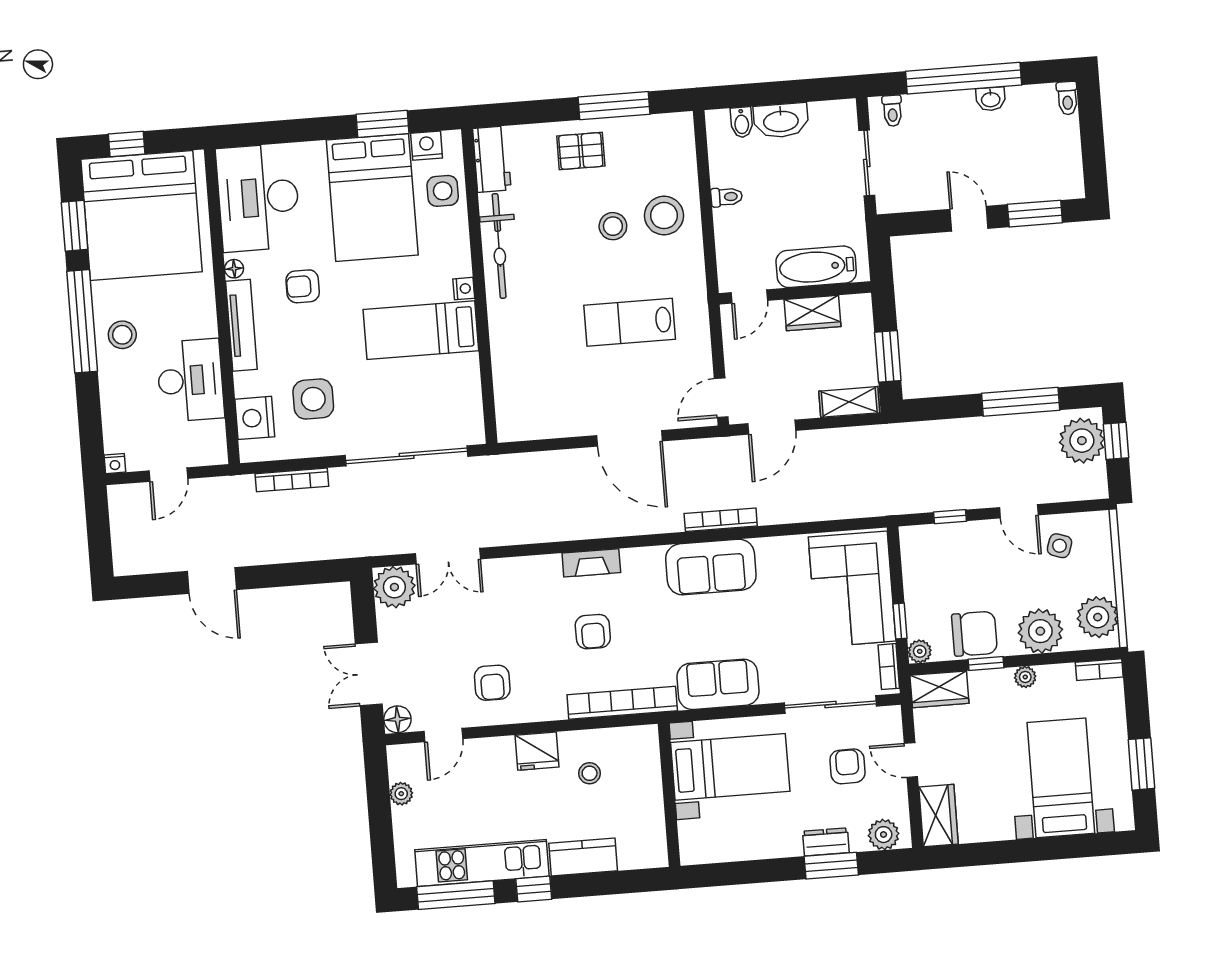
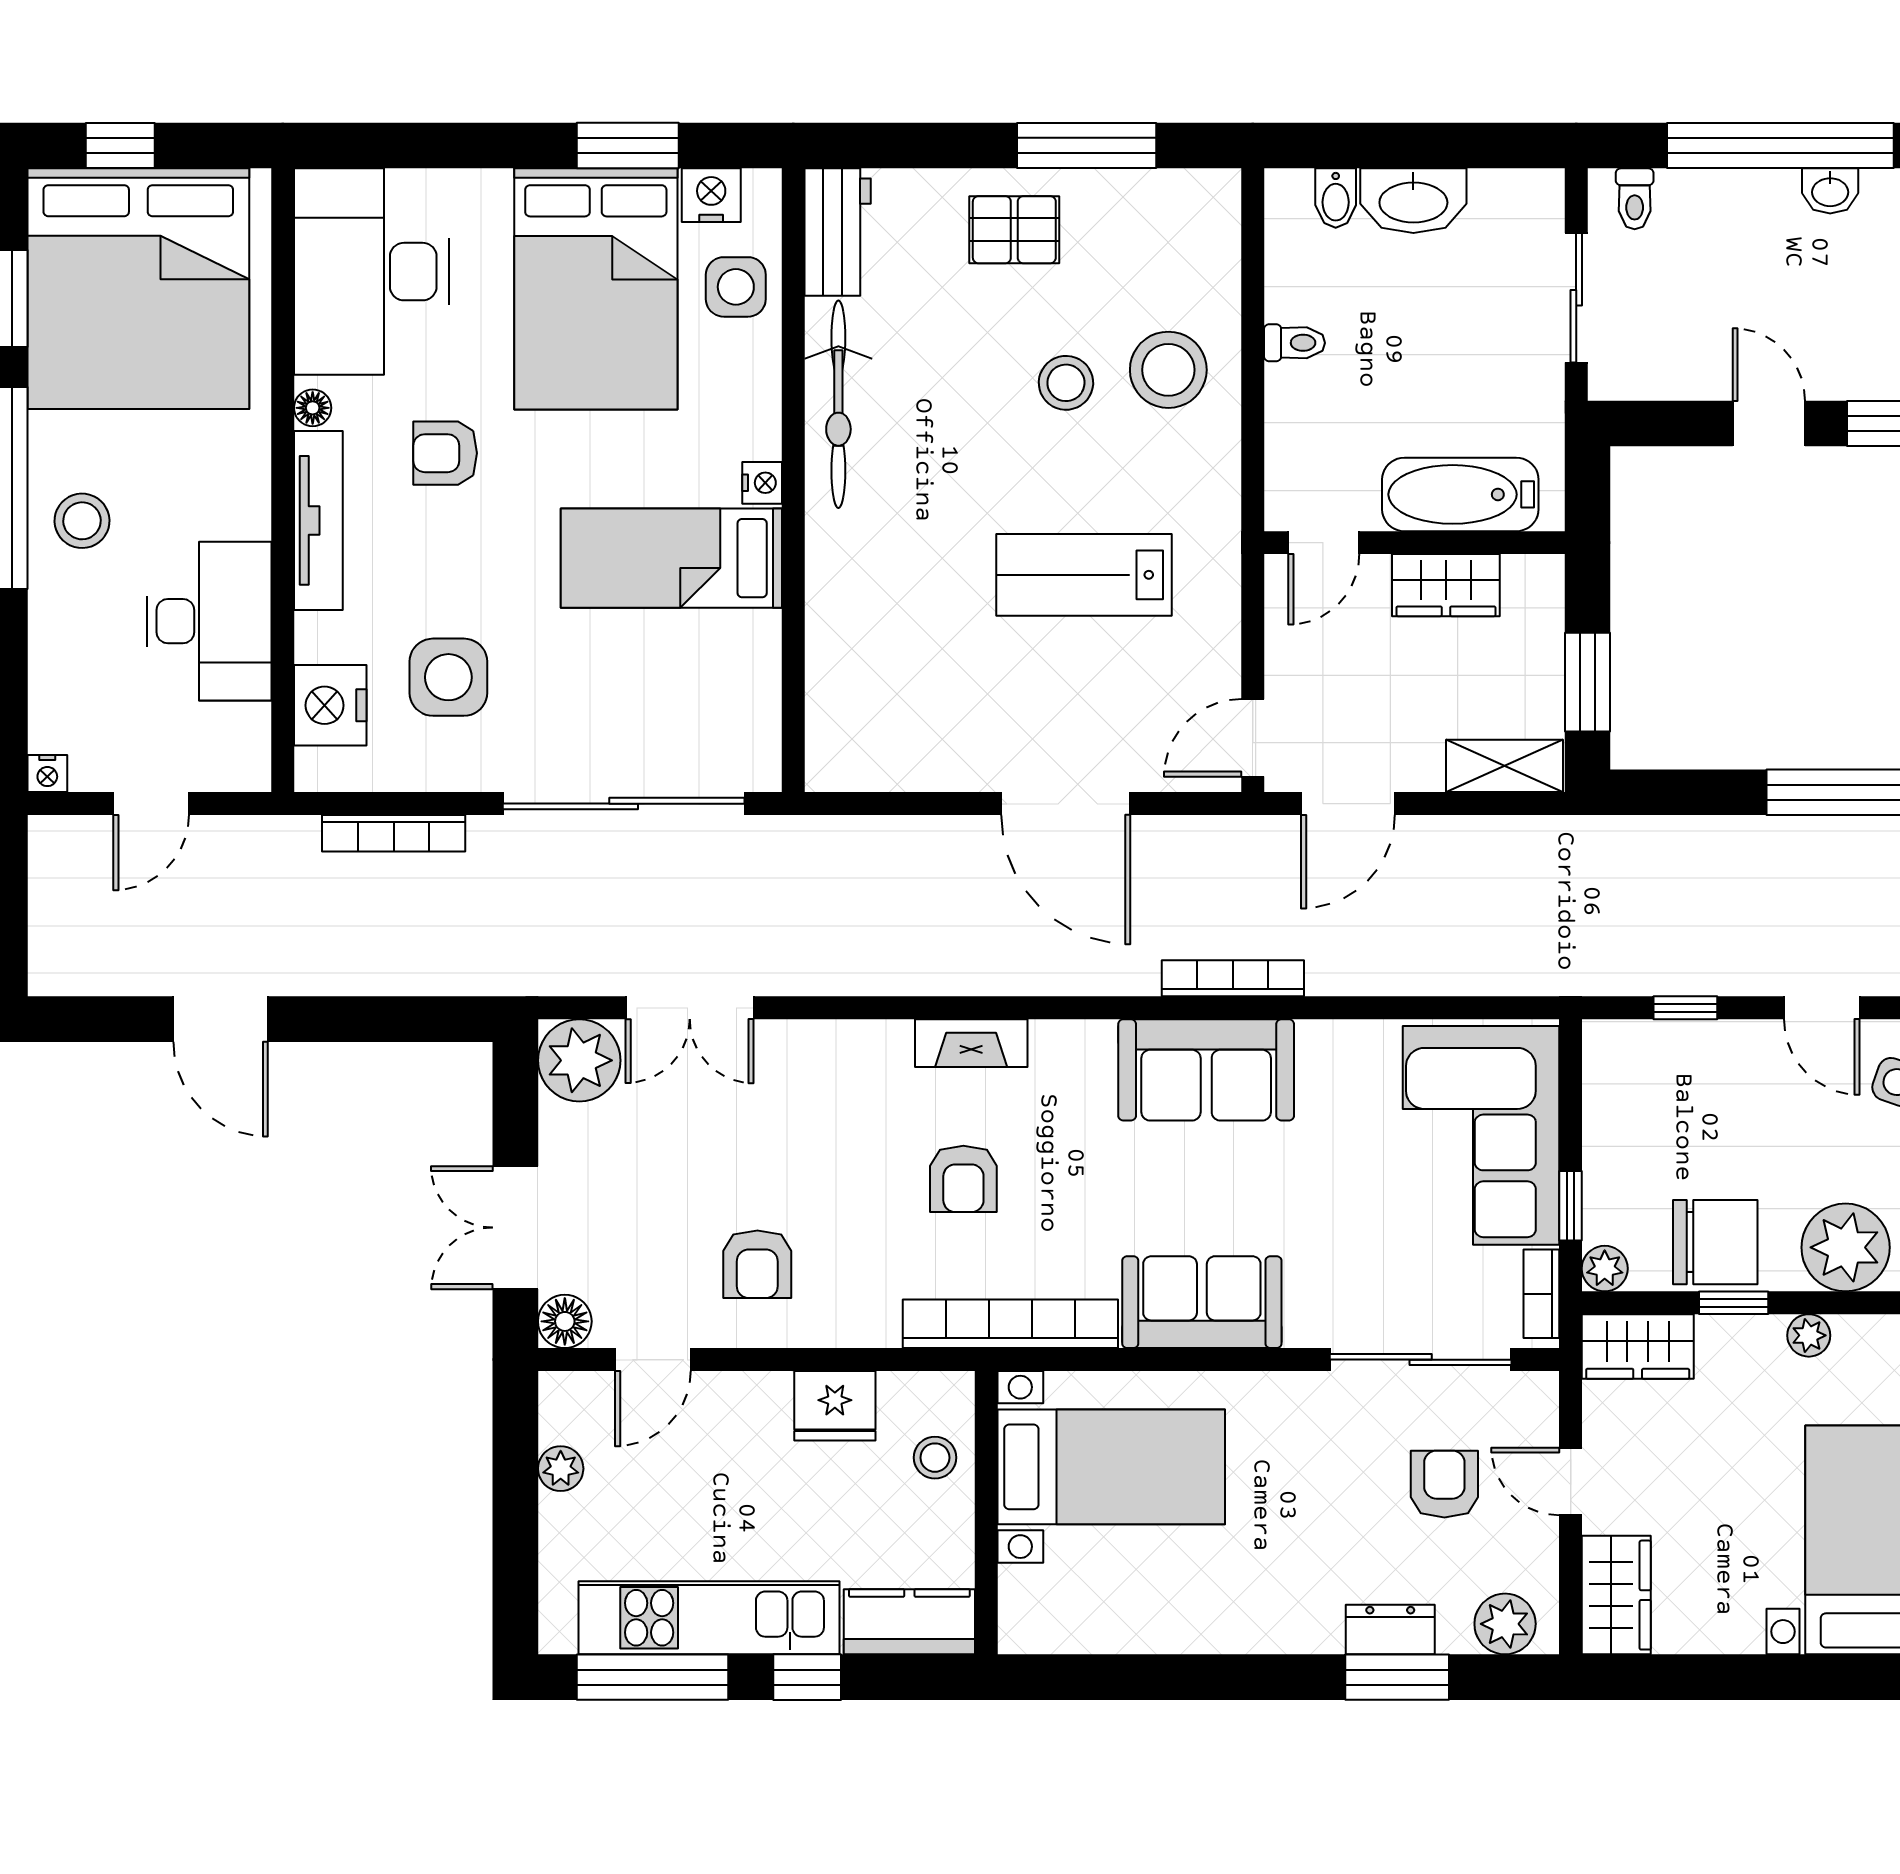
bed with nightstands: (730, 767) -> (1111, 1467), moved
wall: (669, 795) -> (986, 1513), moved

